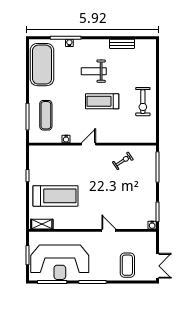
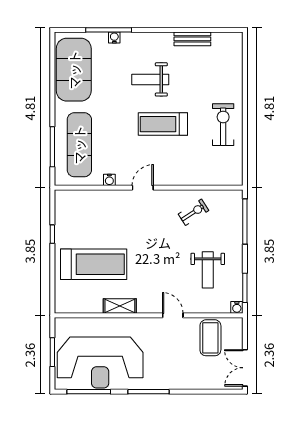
exercise bike: (143, 102) -> (223, 125), turned 180
exercise mat: (46, 115) -> (79, 145), width x1.36, depth x1.45
weight bench: (132, 200) -> (208, 270), added
shelving: (42, 224) -> (120, 306), moved
coffee table: (127, 265) -> (210, 338), moved
double door: (157, 266) -> (245, 368), swing flipped

